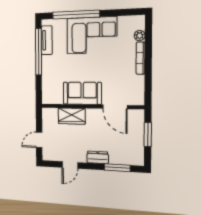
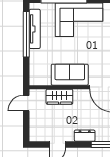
tv unit: (47, 40) -> (35, 29), width x1.41
door: (39, 140) -> (26, 103), moved

